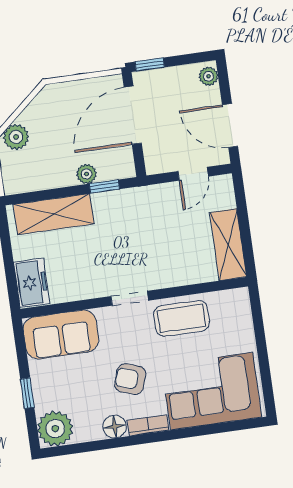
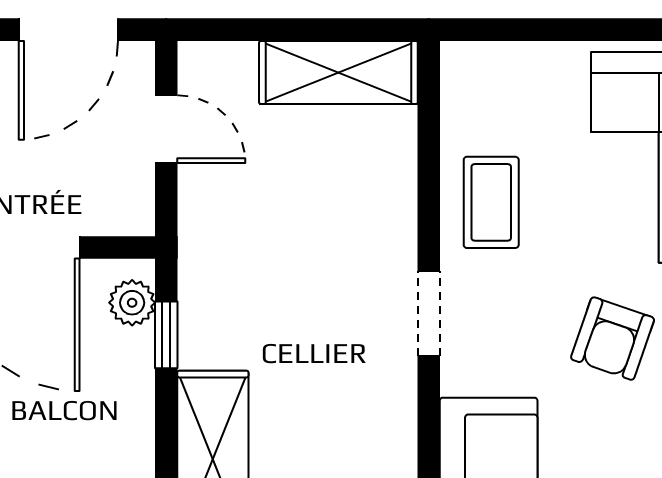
plant: (87, 174) -> (132, 303), moved
coffee table: (181, 318) -> (491, 202), width x0.73, depth x0.77

